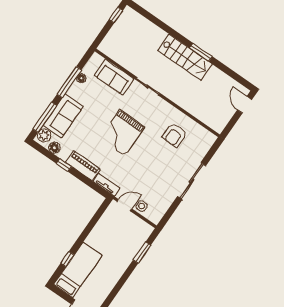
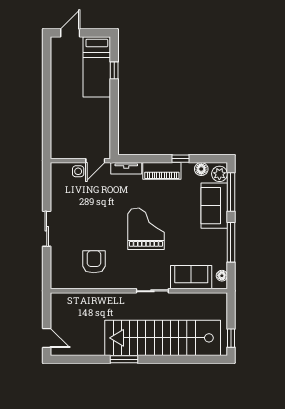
stairs: (185, 57) -> (163, 338), width x1.86, depth x1.51
floor lamp: (81, 78) -> (222, 276), moved
sliding door: (192, 181) -> (47, 229), width x0.73
window: (142, 253) -> (47, 127), removed

